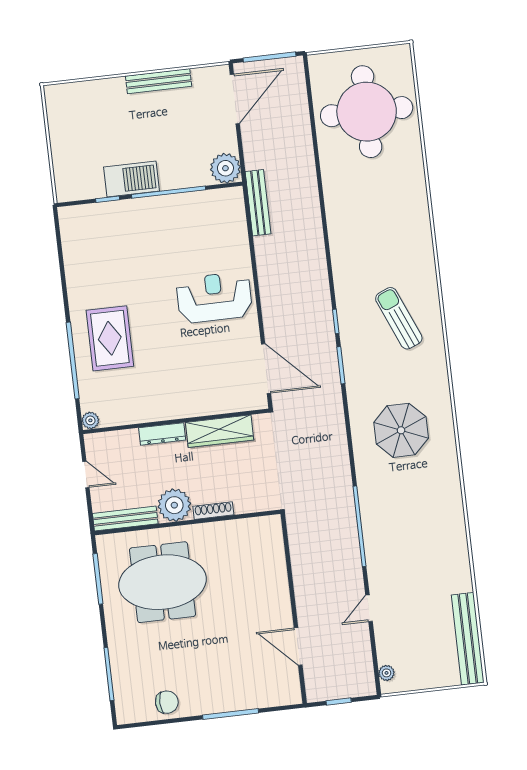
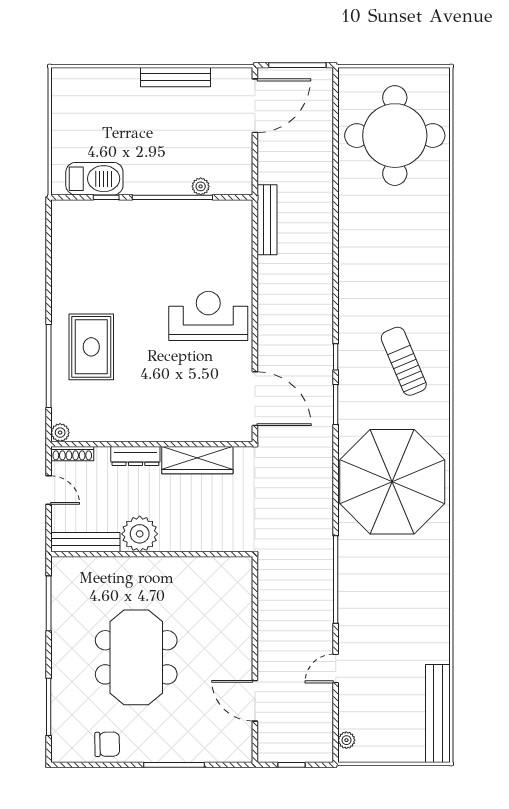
plant: (225, 168) -> (201, 186), moved, width x0.53, depth x0.53
barbecue: (132, 179) -> (94, 179), moved
parasol: (401, 430) -> (392, 482), width x1.86, depth x1.86
shoe rack: (213, 511) -> (72, 454), moved, turned 180
meeting table: (163, 582) -> (136, 657), moved, turned 90

